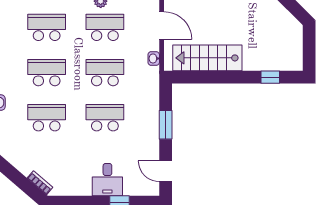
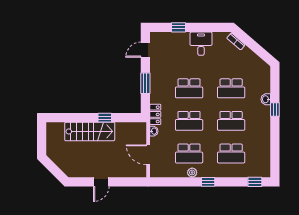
stairs: (207, 58) -> (90, 131), moved
window: (270, 77) -> (105, 118), moved
locker: (152, 82) -> (155, 114), added
door: (166, 171) -> (145, 50), swing flipped
desk: (107, 180) -> (201, 44), moved

